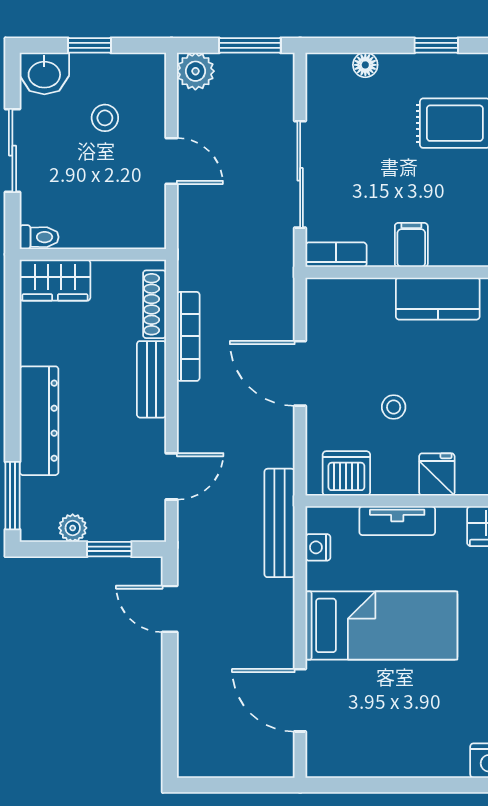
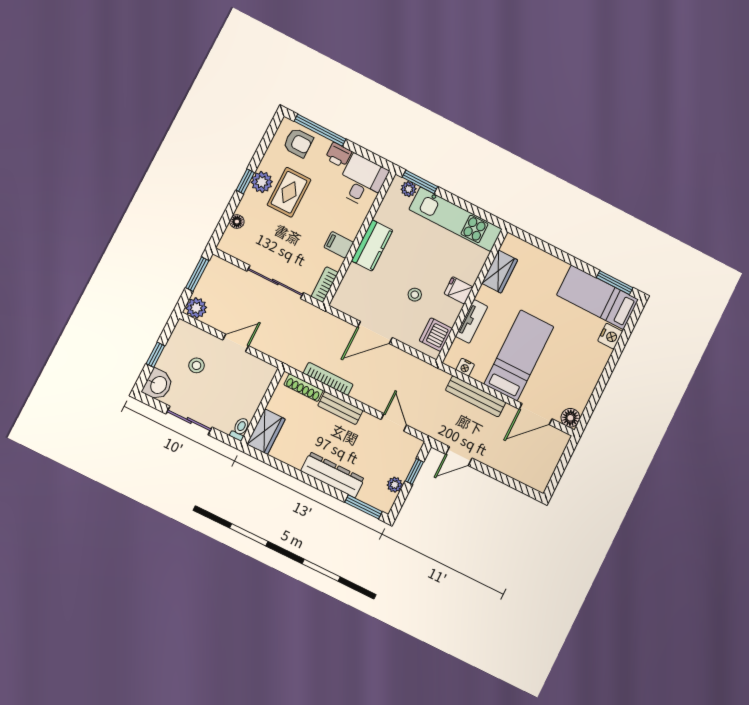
plant: (449, 72) -> (262, 182), added
bench: (280, 523) -> (476, 396), moved
floor lamp: (323, 761) -> (570, 418), added

